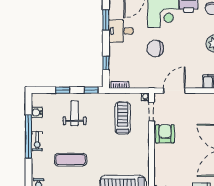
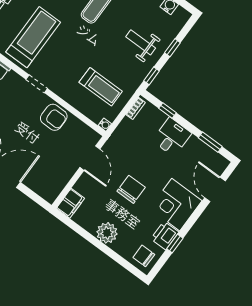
desk: (121, 31) -> (172, 137), moved
chair: (155, 48) -> (131, 189), moved
doorway: (152, 112) -> (37, 84), moved
weight bench: (75, 113) -> (141, 42), turned 180

